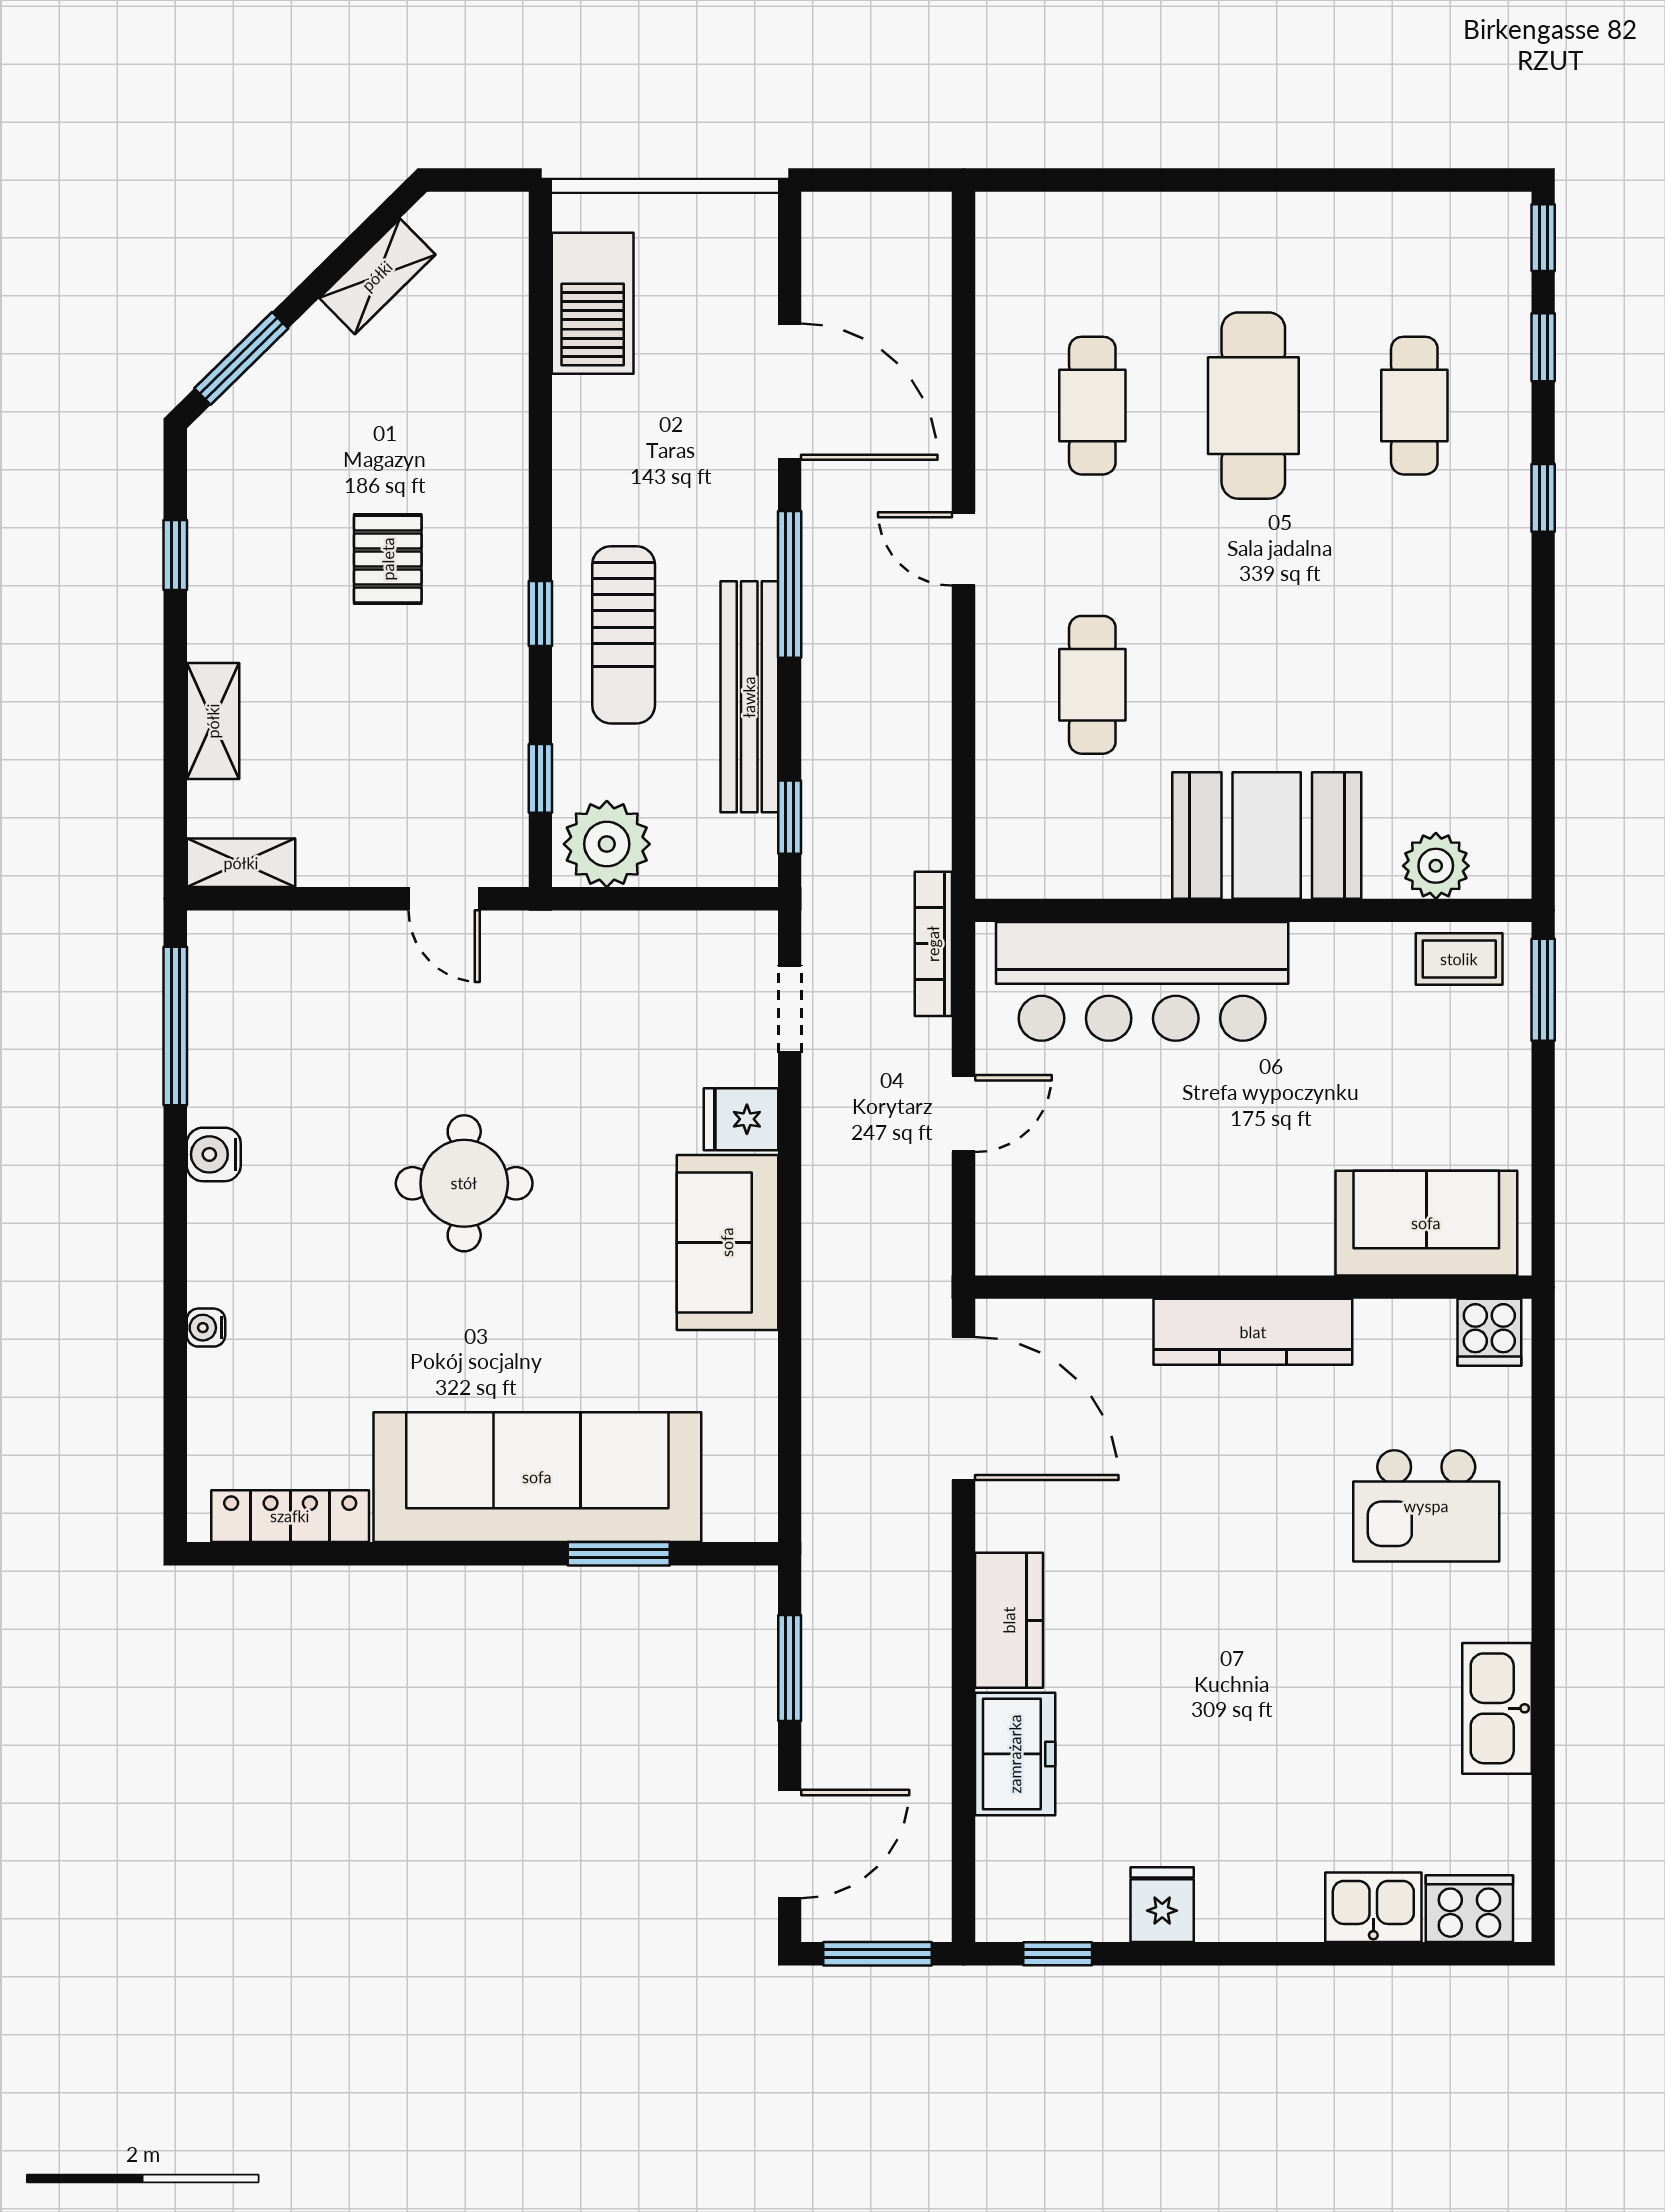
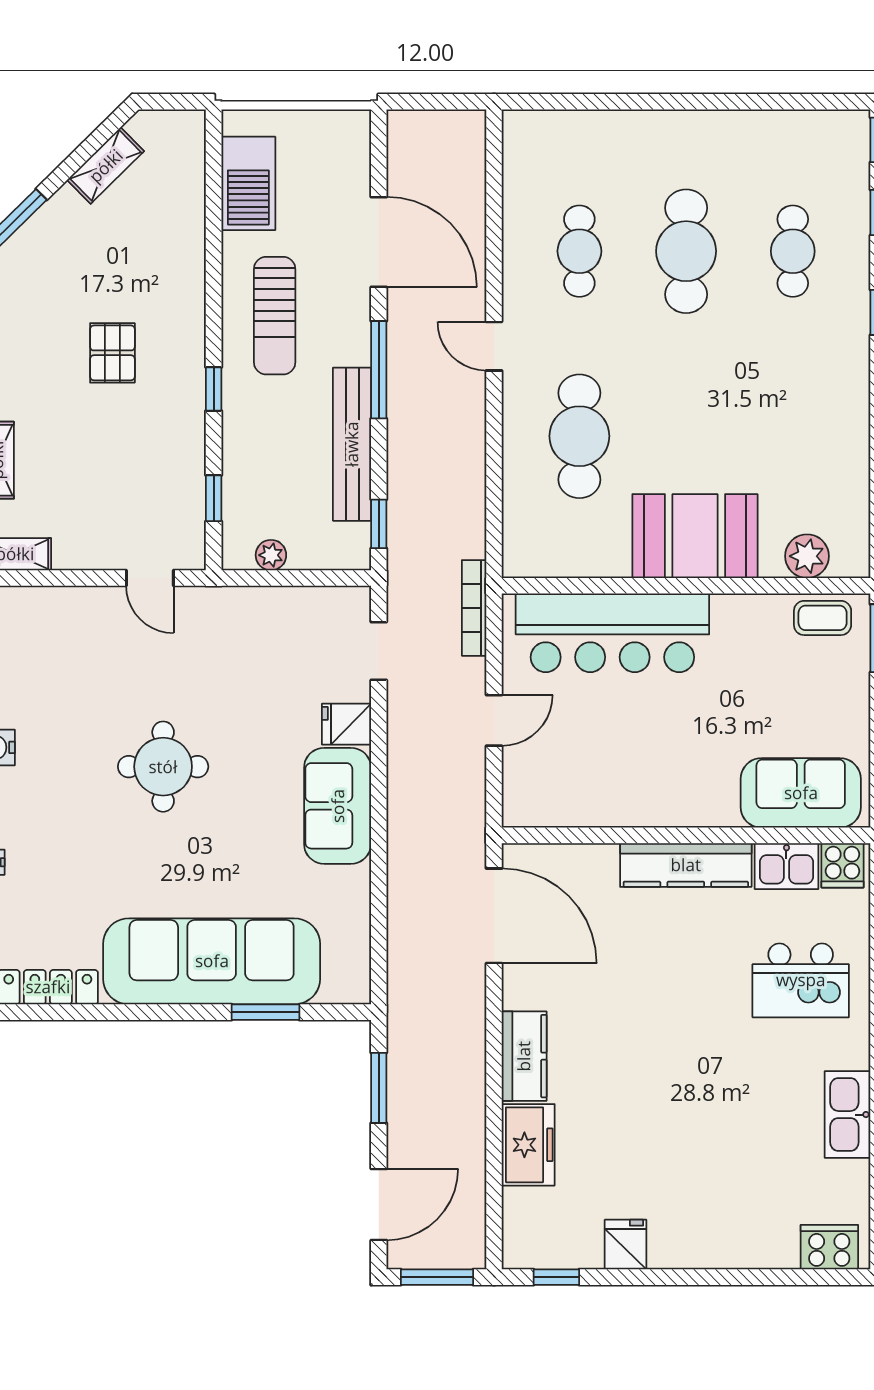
sun lounger: (624, 635) -> (275, 316), moved
cafe table: (1092, 685) -> (579, 436), width x1.37, depth x1.35
plant: (607, 844) -> (271, 555), width x0.53, depth x0.53
kitchen sink: (1373, 1907) -> (786, 866), moved, turned 180

